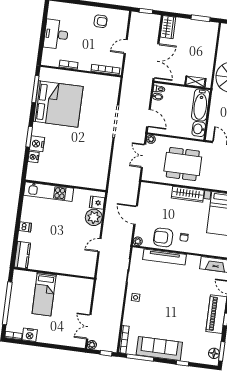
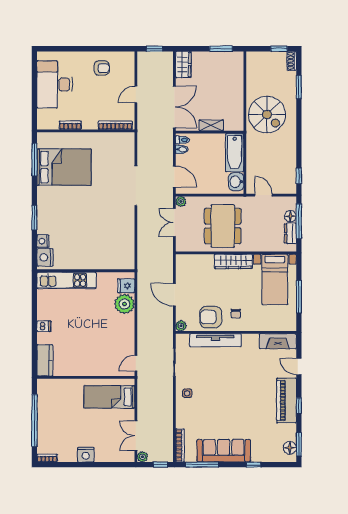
desk: (56, 34) -> (55, 84), width x1.36, depth x1.30
shelving: (195, 82) -> (211, 125), moved
bed: (58, 104) -> (64, 167), width x0.73
nightstand: (37, 144) -> (45, 258), moved
dining table: (183, 164) -> (223, 226), turned 90
door: (100, 245) -> (136, 363), moved
bed: (44, 294) -> (109, 397), moved, turned 90
nightstand: (30, 335) -> (86, 455), moved

